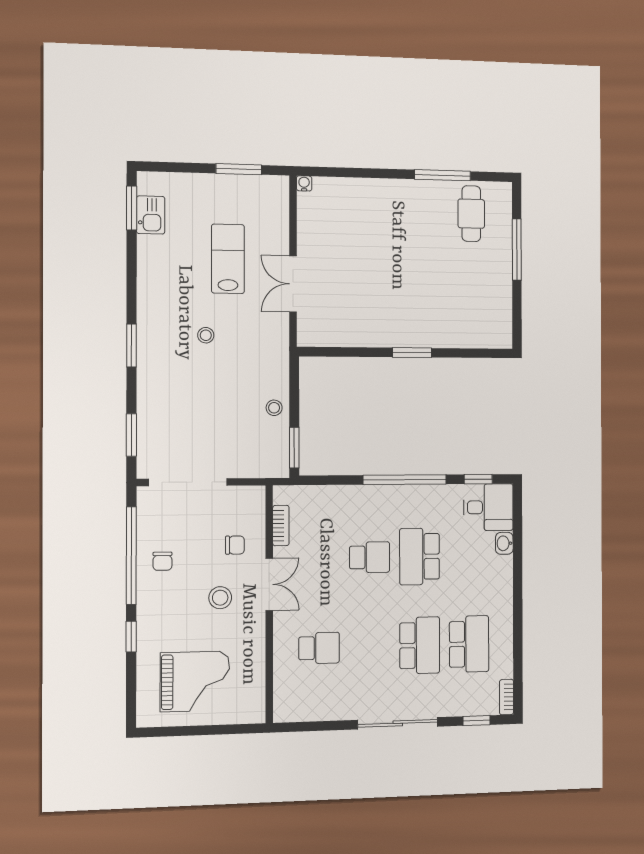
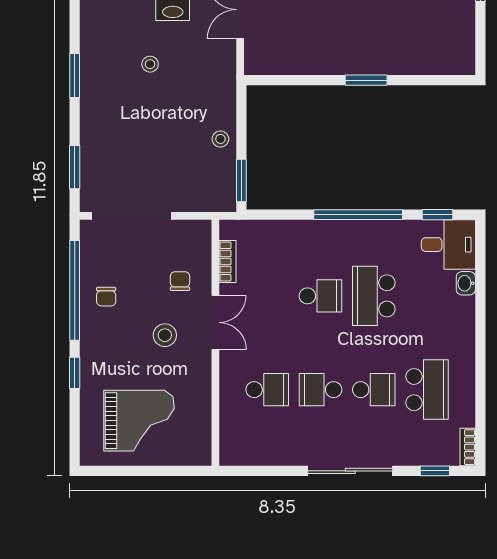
chair: (235, 545) -> (180, 281), turned -90
school desk: (420, 645) -> (374, 390), width x0.54
school desk: (370, 647) -> (321, 390), added

